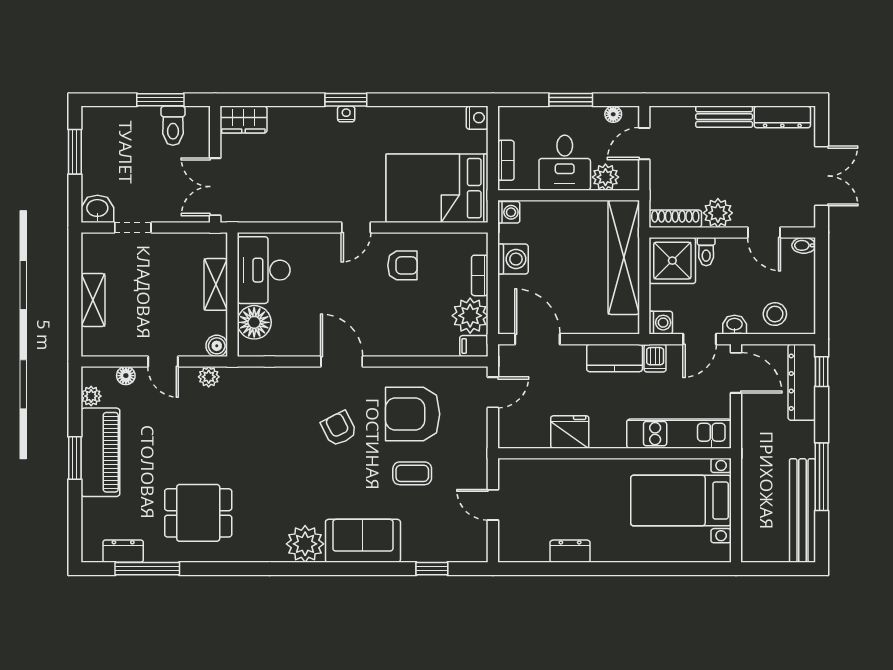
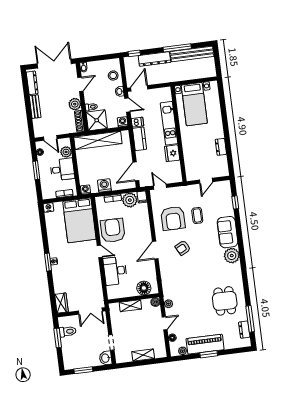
double door: (822, 176) -> (54, 64), width x1.37
armchair: (402, 265) -> (113, 230), width x1.88, depth x1.88
desk: (264, 270) -> (115, 271), moved, turned 90
dresser: (802, 382) -> (154, 59), moved
kitchen unit: (679, 434) -> (169, 123), moved

